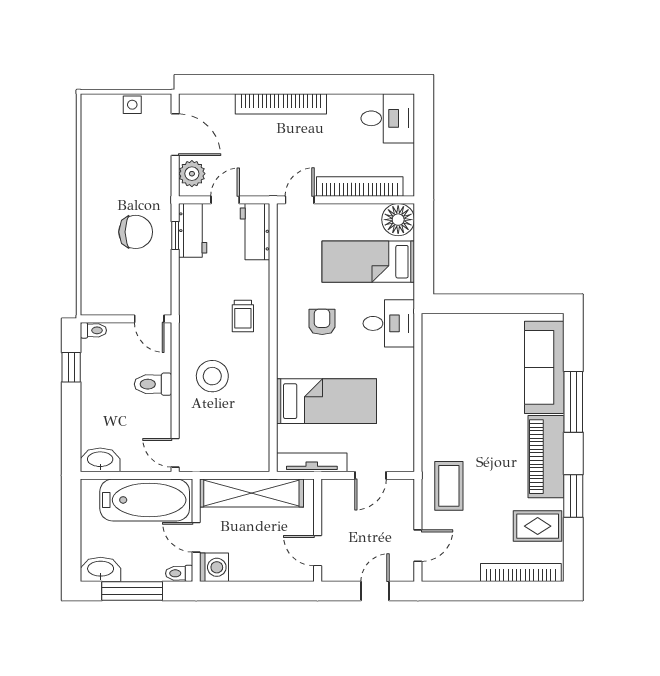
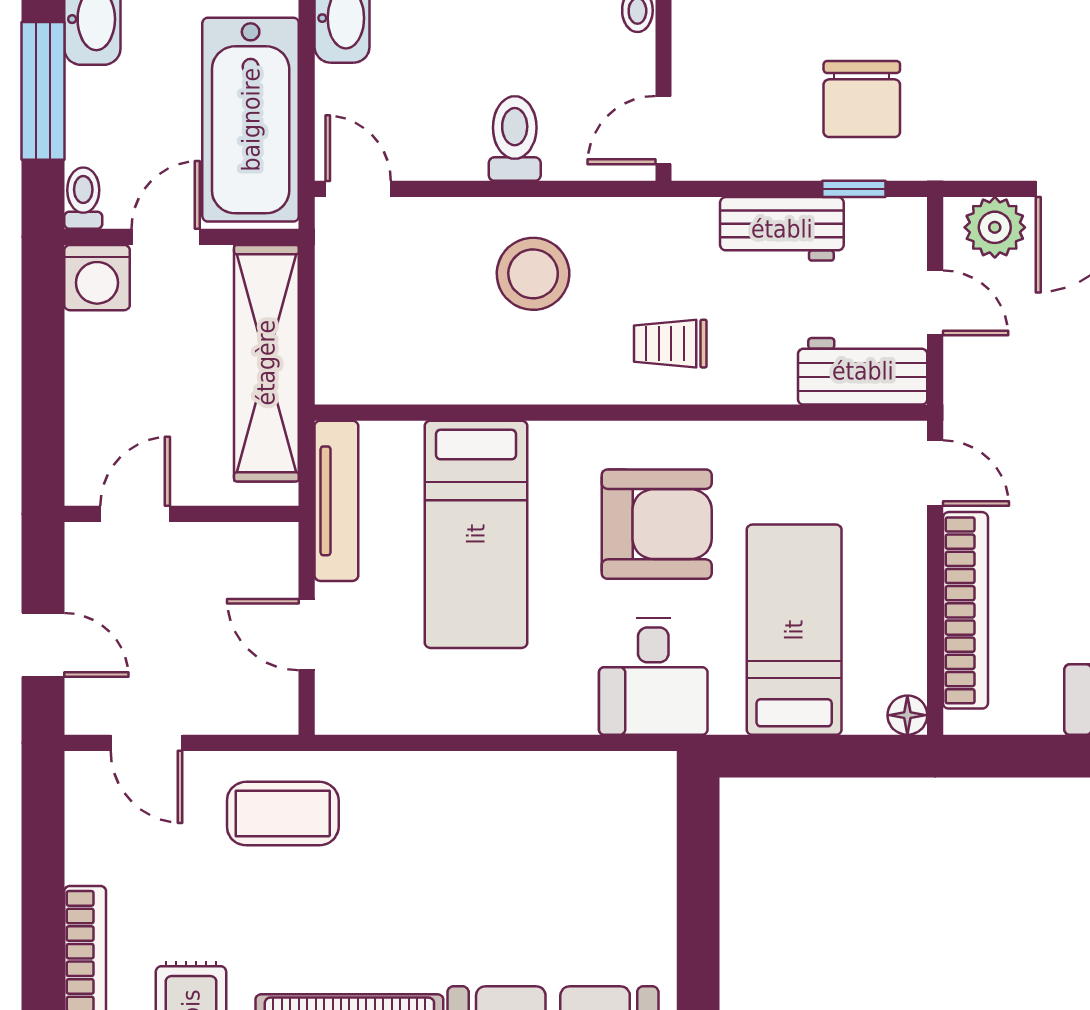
floor lamp: (398, 220) -> (907, 715), width x0.53, depth x0.53
workbench: (193, 230) -> (782, 229), moved
armchair: (322, 322) -> (657, 524), width x1.88, depth x1.88
door: (175, 453) -> (358, 189), hinge flipped

